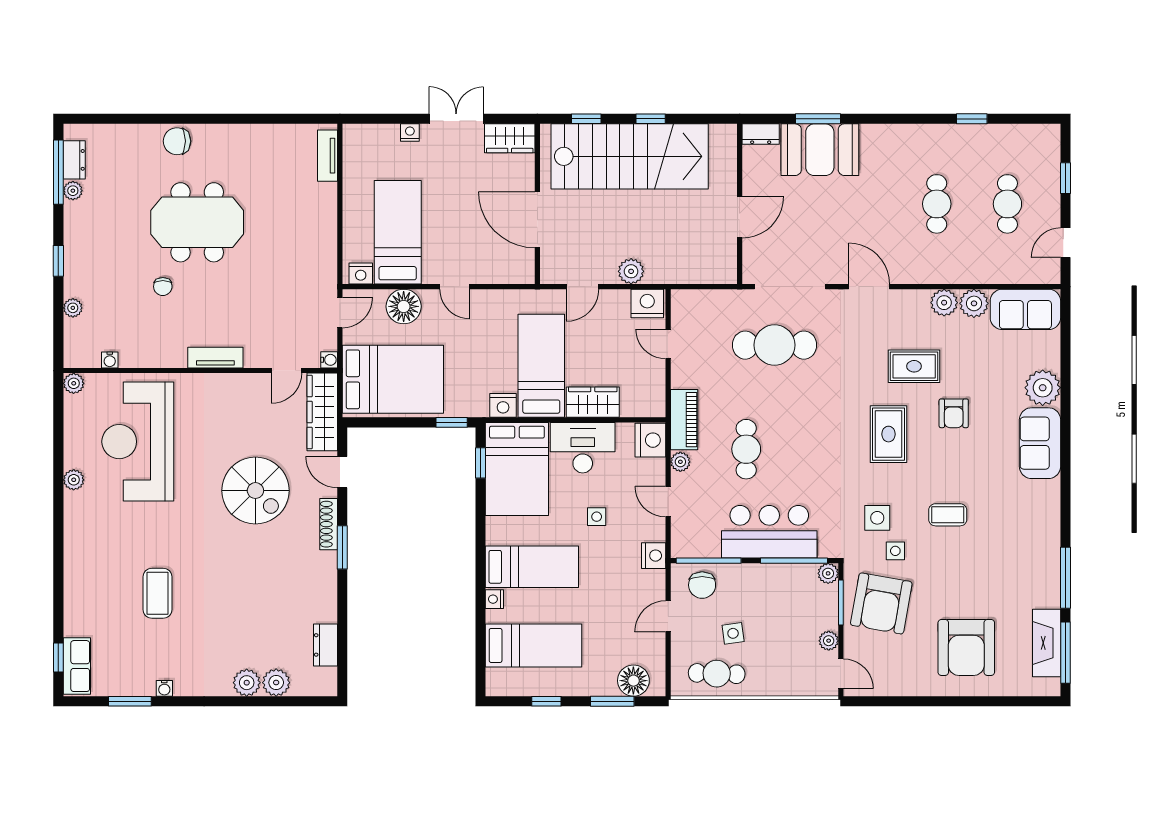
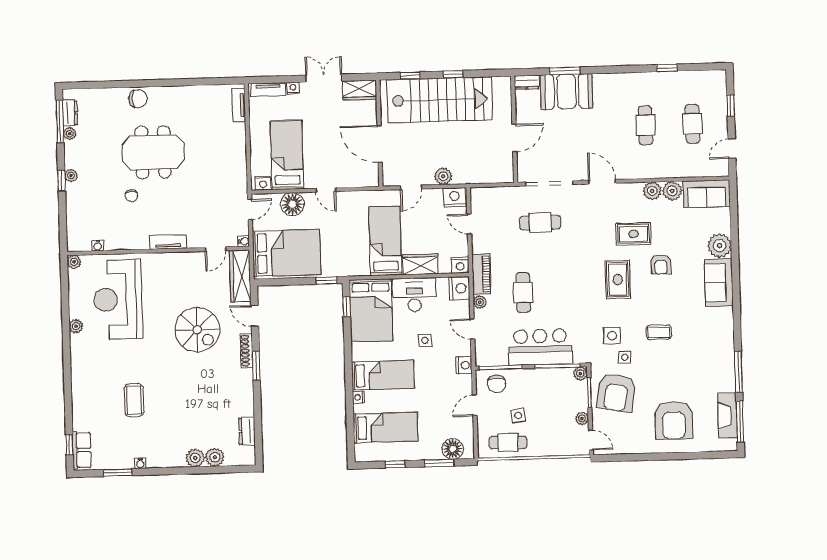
tv unit: (373, 134) -> (268, 90), added
chair: (177, 141) -> (138, 99), turned 180
plant: (73, 308) -> (71, 176), moved
cafe table: (775, 345) -> (540, 223), width x0.73, depth x0.74
nightstand: (503, 405) -> (460, 265), moved

